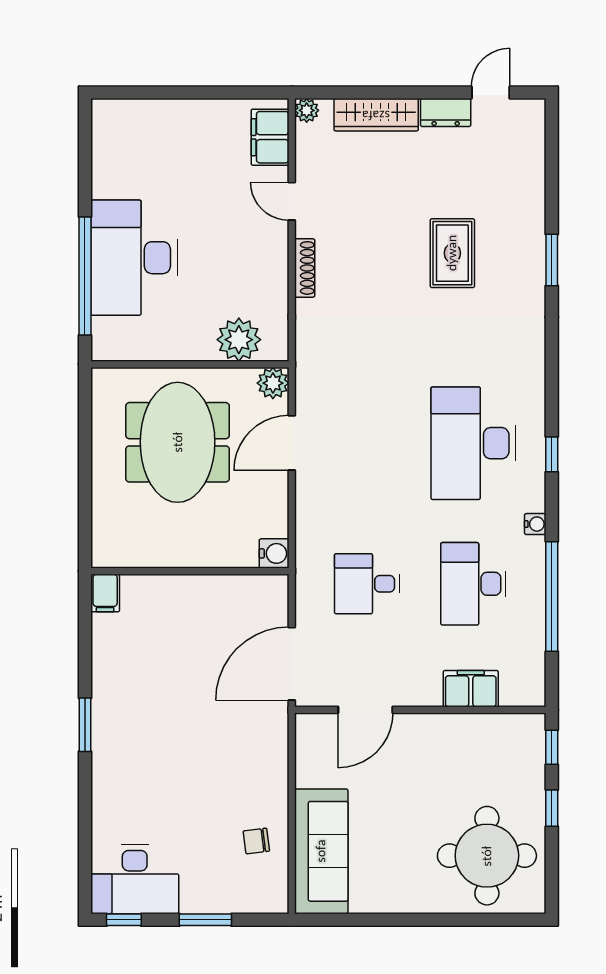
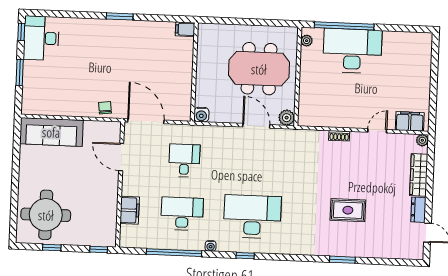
shoe rack: (305, 268) -> (339, 136), width x0.70
plant: (239, 340) -> (307, 41), moved, width x0.53, depth x0.53
window: (552, 808) -> (52, 247), moved
chair: (256, 841) -> (105, 108), moved

